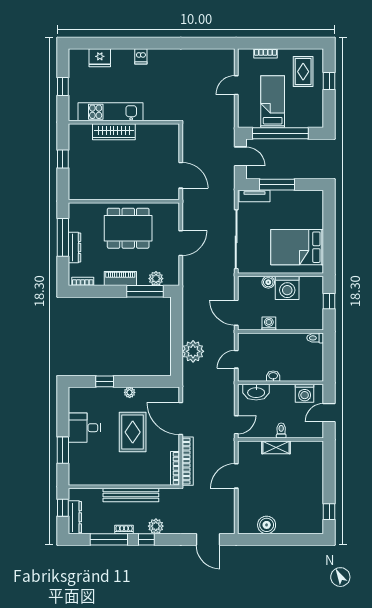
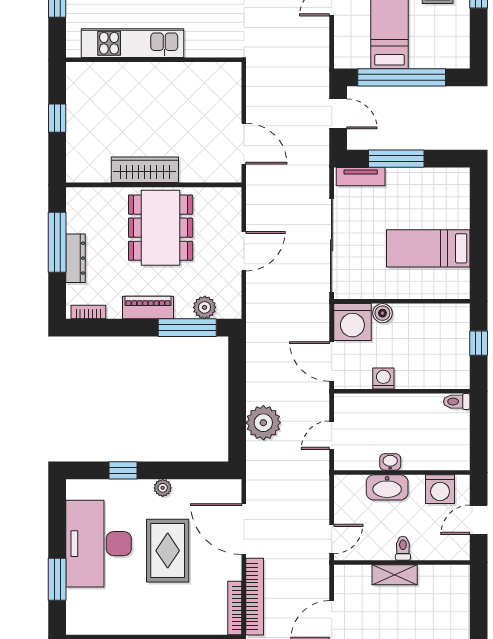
wardrobe: (114, 132) -> (145, 170), moved, turned 180
dining table: (128, 228) -> (161, 228), turned 90
bed: (297, 247) -> (428, 248), width x0.67
washing machine: (287, 288) -> (352, 322), moved
washbasin: (256, 392) -> (387, 487), moved
desk: (84, 428) -> (99, 544), width x1.87, depth x1.30

